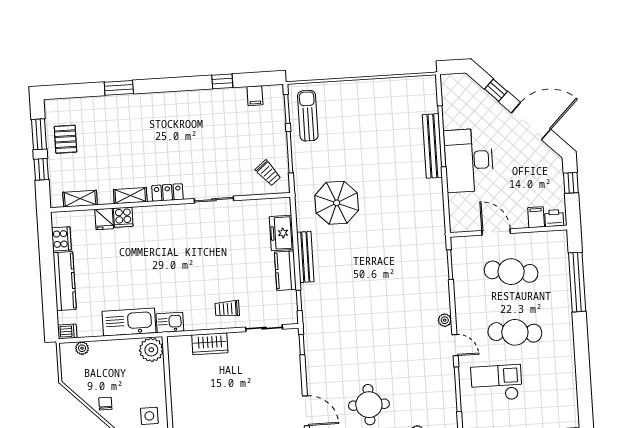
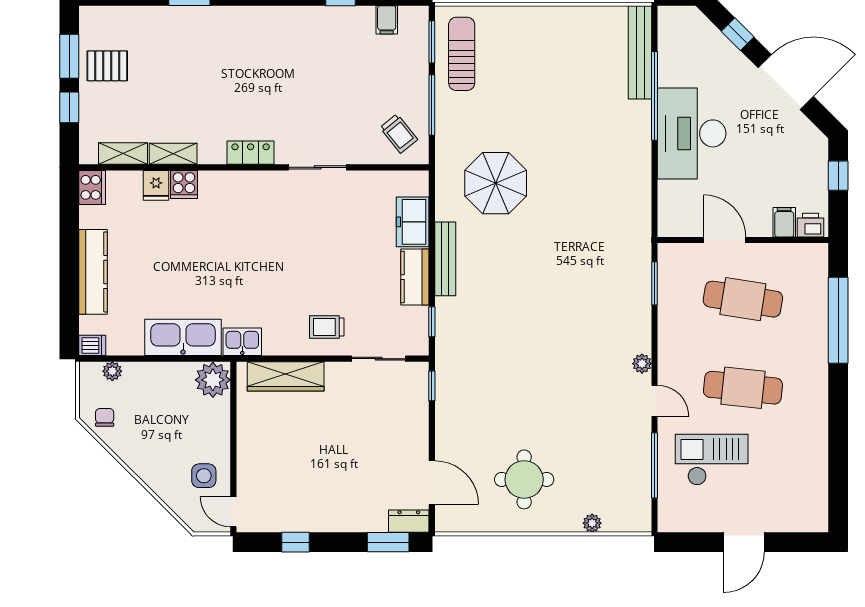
pallet: (65, 139) -> (107, 66), turned 90
bench: (432, 146) -> (640, 52), moved
shelving: (130, 196) -> (173, 154), moved
cooker: (61, 239) -> (92, 187), moved
wardrobe: (210, 344) -> (286, 376), width x1.50
chair: (105, 404) -> (105, 417), moved

